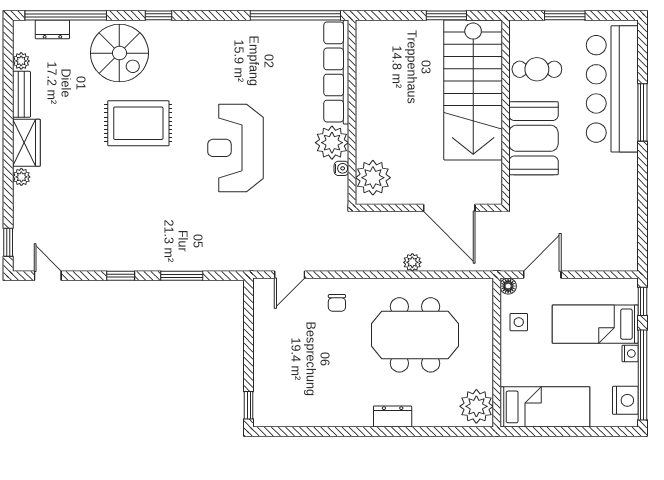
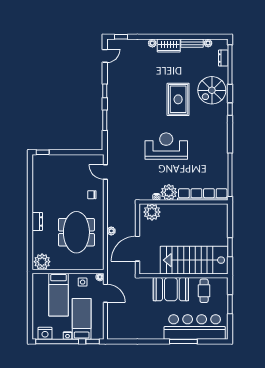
bed: (545, 407) -> (59, 295), moved

